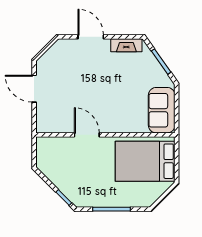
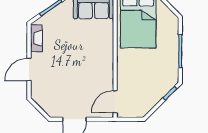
door: (87, 135) -> (115, 102), moved

